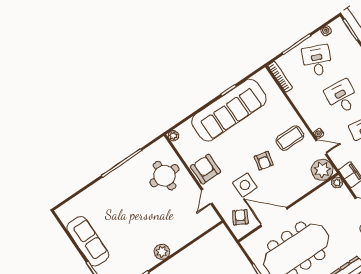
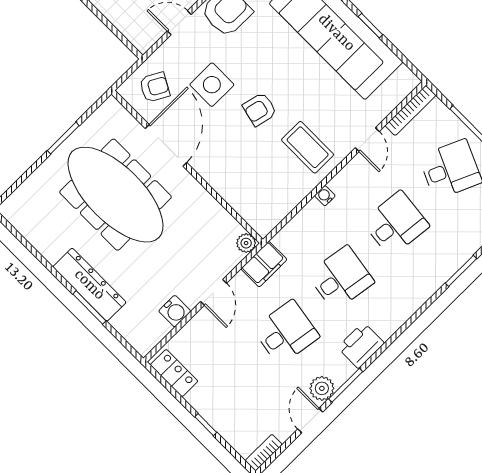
door: (321, 147) -> (367, 140), moved
plant: (322, 170) -> (263, 213), removed

